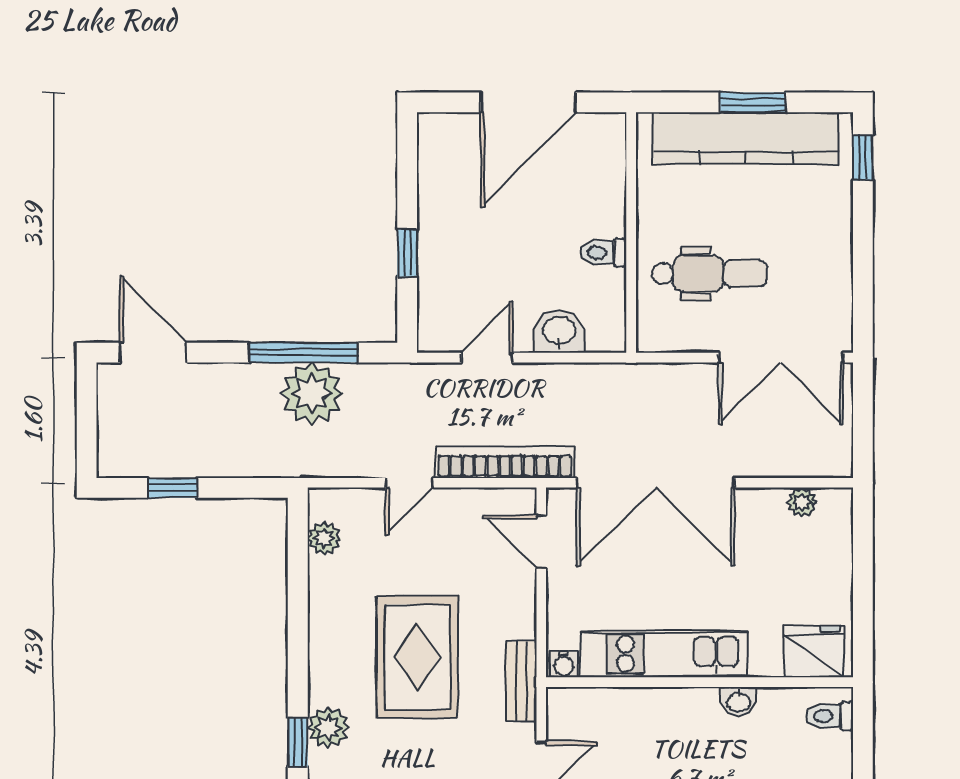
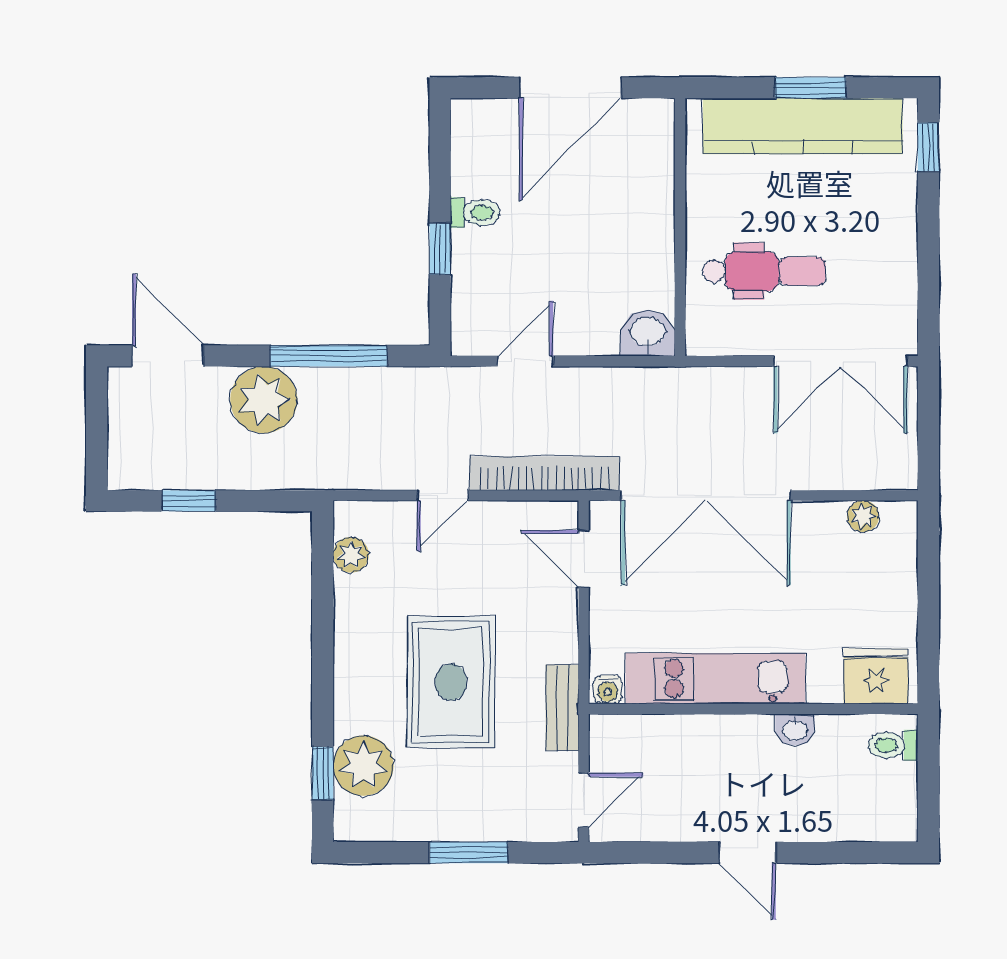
toilet: (603, 253) -> (475, 213), moved, turned 180
washbasin: (559, 331) -> (648, 333), moved
plant: (312, 394) -> (264, 400), moved
plant: (328, 728) -> (363, 766), width x1.36, depth x1.36

